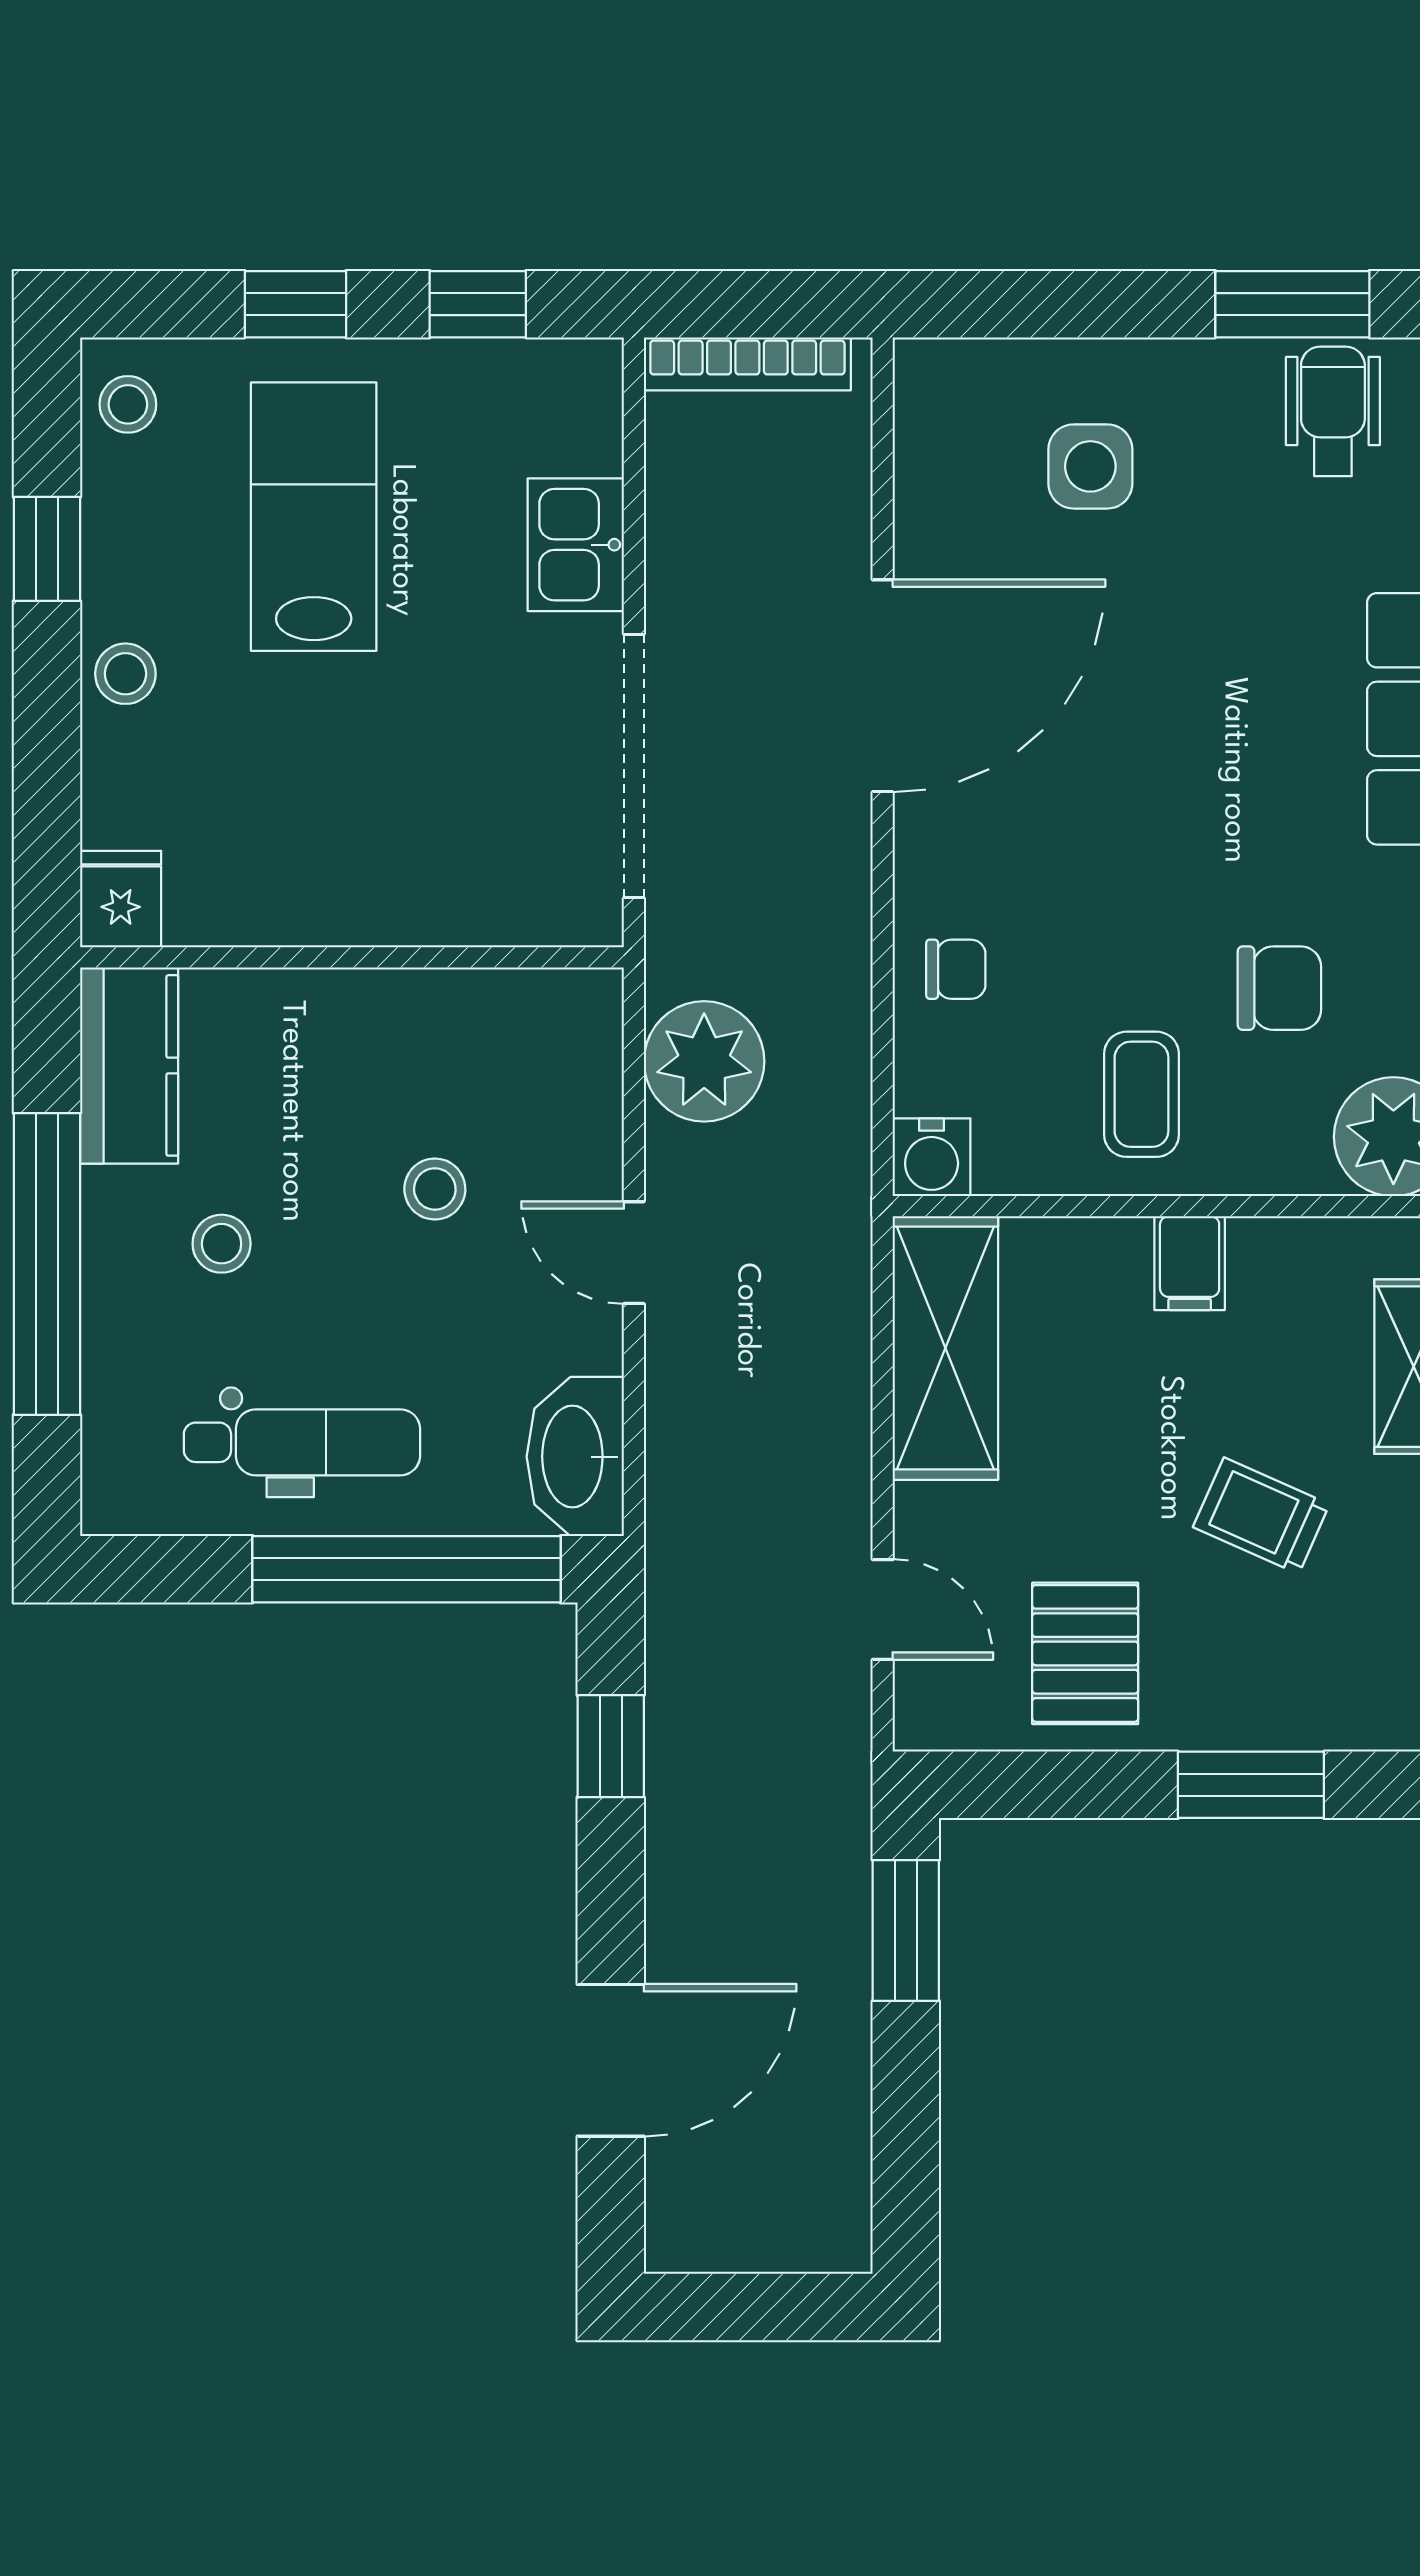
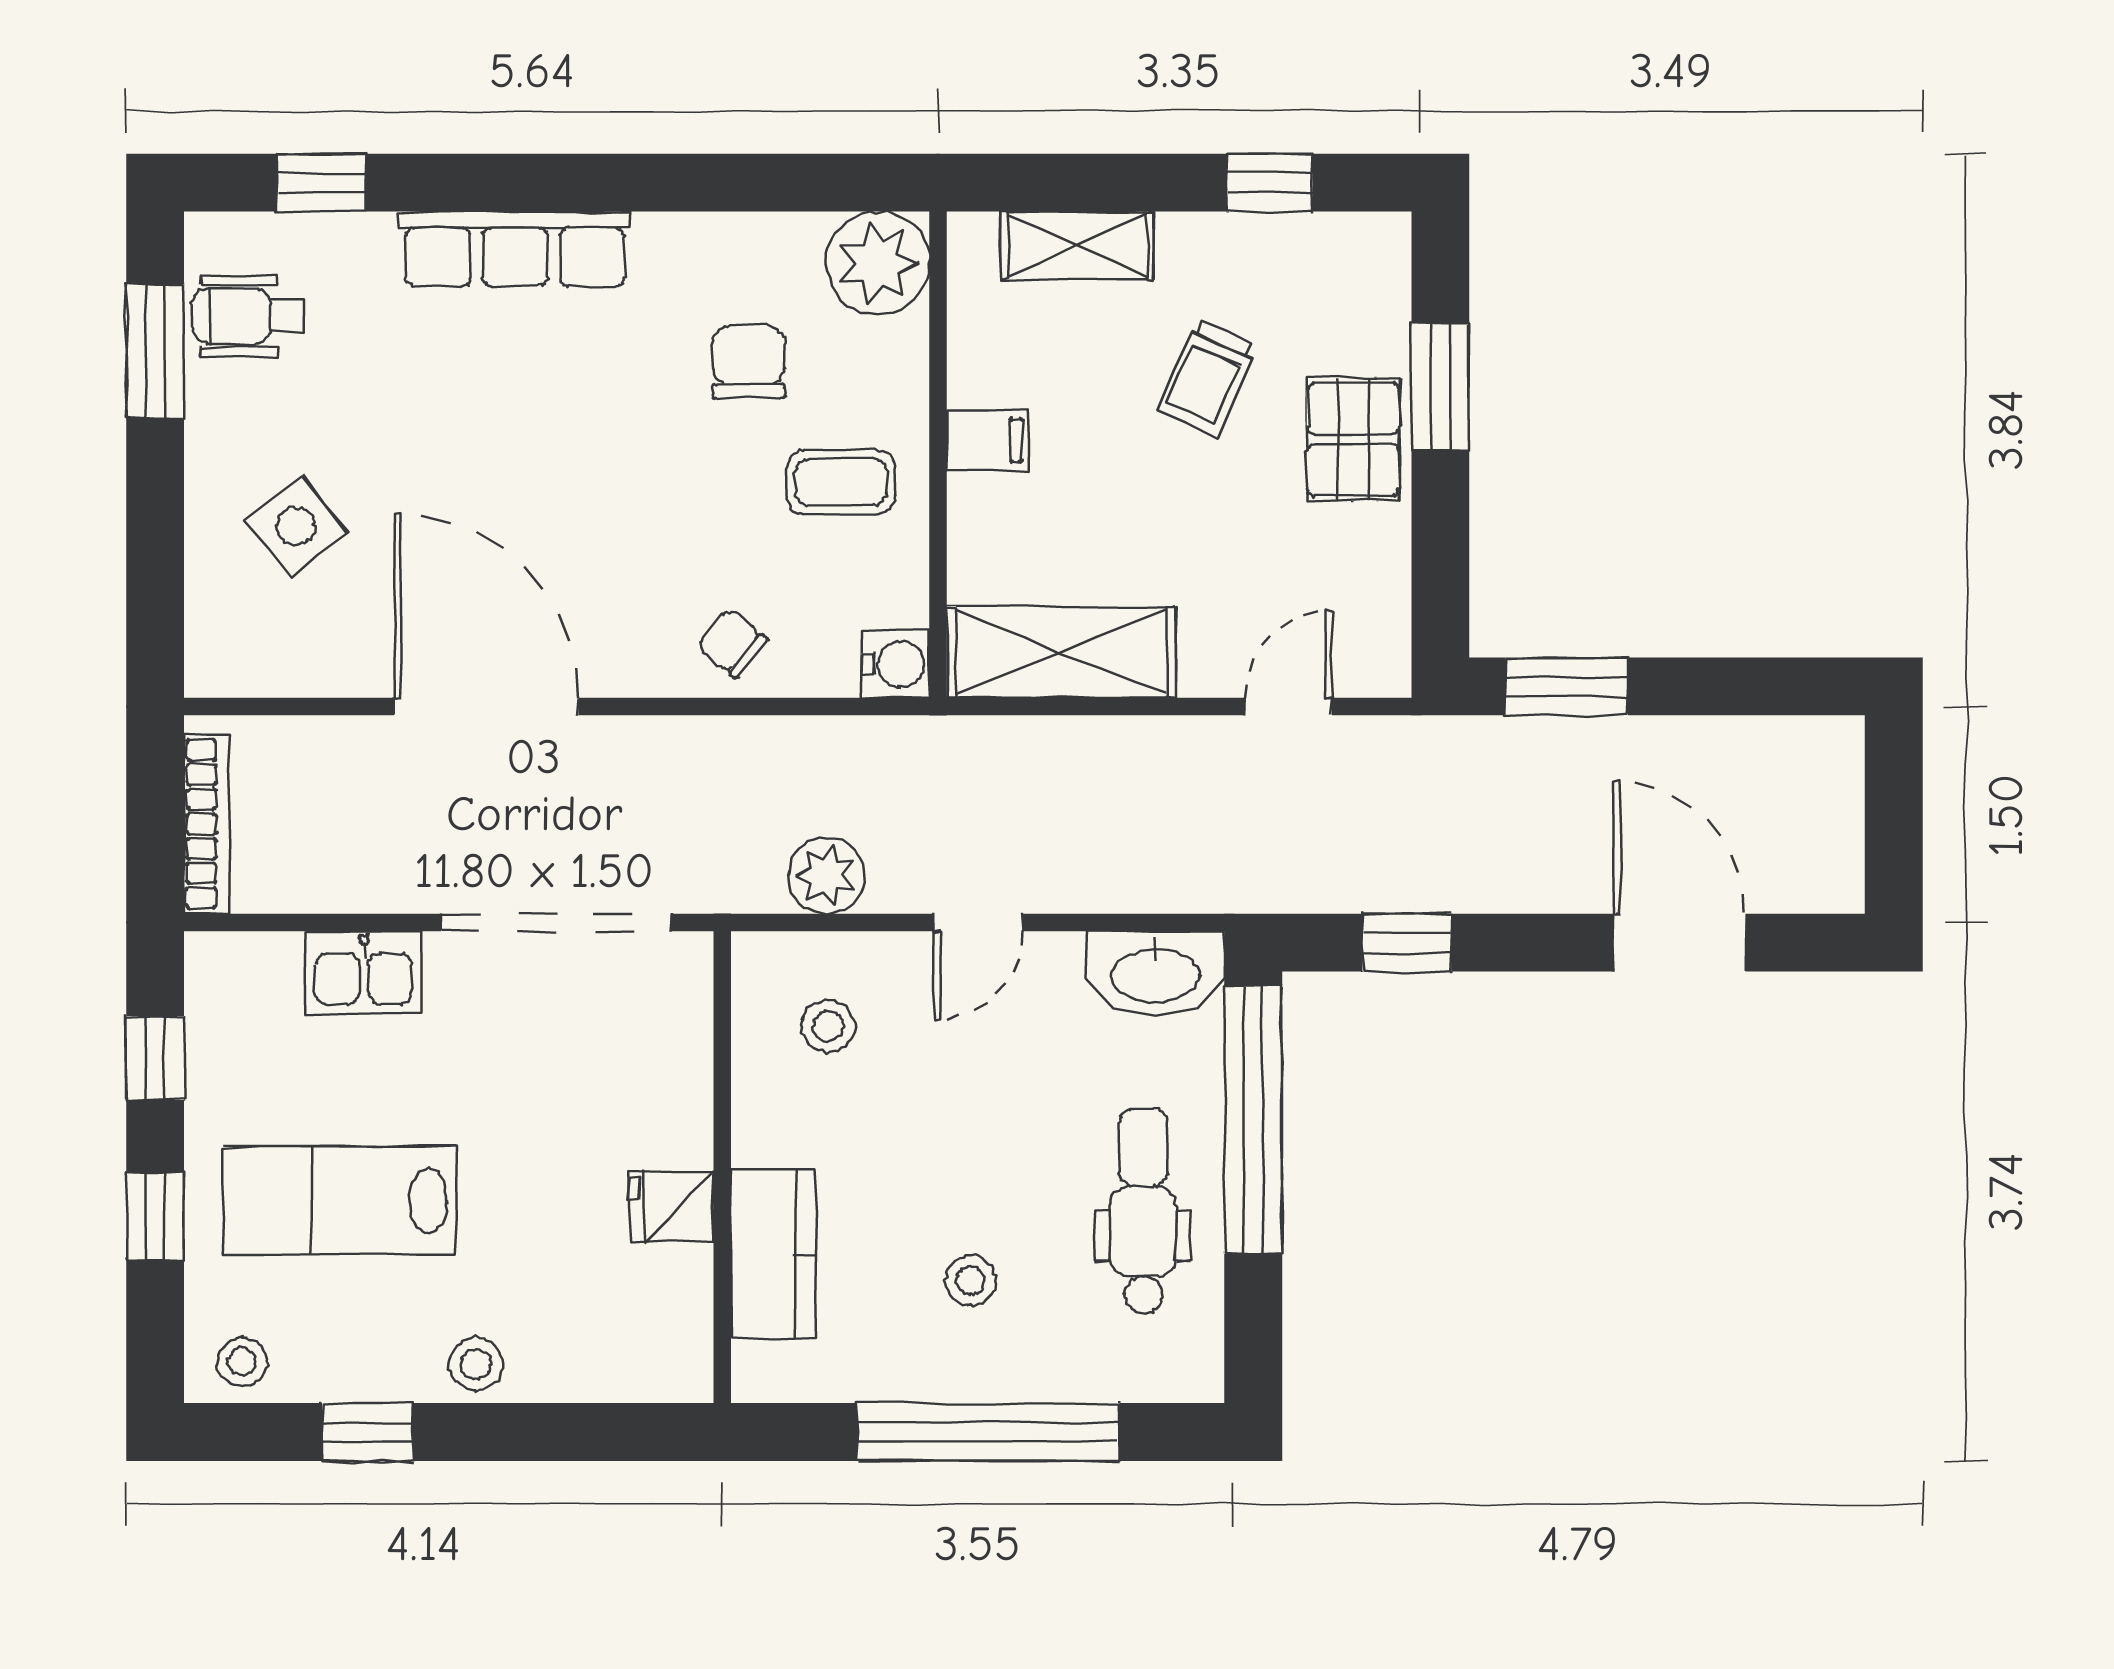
side table: (1090, 466) -> (296, 526), turned -38
fridge: (121, 899) -> (672, 1207), moved
chair: (956, 969) -> (732, 643), turned -51
plant: (704, 1061) -> (826, 875), width x0.73, depth x0.73
kitchen counter: (129, 1065) -> (773, 1254), moved, turned 90
stool: (435, 1189) -> (828, 1026), moved
pallet: (1085, 1653) -> (1353, 439), moved, turned 90

